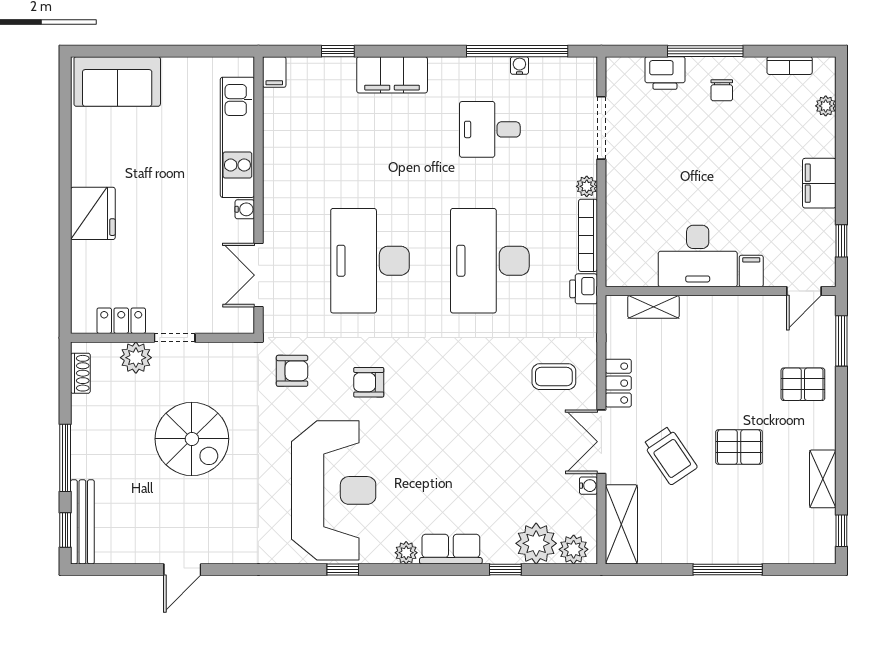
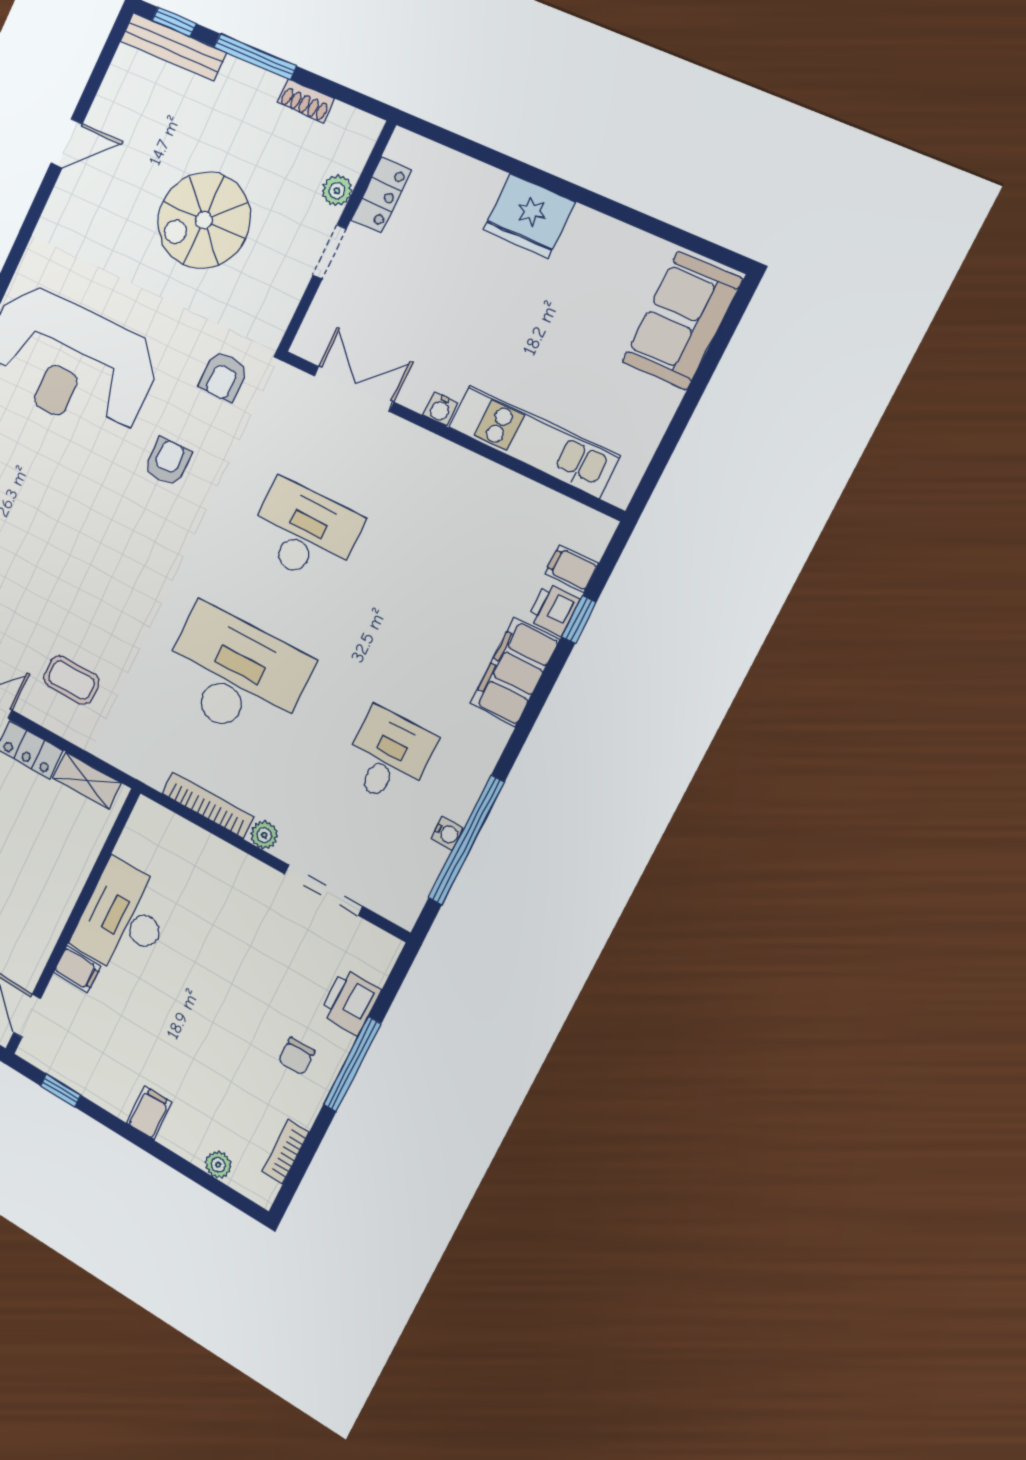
filing cabinet: (274, 72) -> (572, 568), moved
chair: (722, 90) -> (297, 1056), turned -90
filing cabinet: (819, 183) -> (149, 1113), width x0.50
desk: (370, 261) -> (305, 532), width x0.73, depth x0.77
printer: (584, 289) -> (553, 610), moved, turned -90
shelving: (653, 307) -> (87, 780), moved, turned 90
plant: (136, 358) -> (337, 191), width x0.73, depth x0.73
shoe rack: (80, 373) -> (306, 101), moved
coffee table: (554, 377) -> (71, 680), turned 90
door: (182, 569) -> (67, 143), swing flipped

